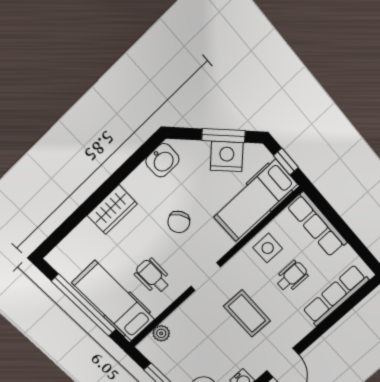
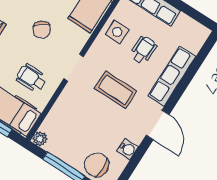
row of seats: (336, 296) -> (172, 76), moved
plant: (161, 333) -> (40, 139), moved

